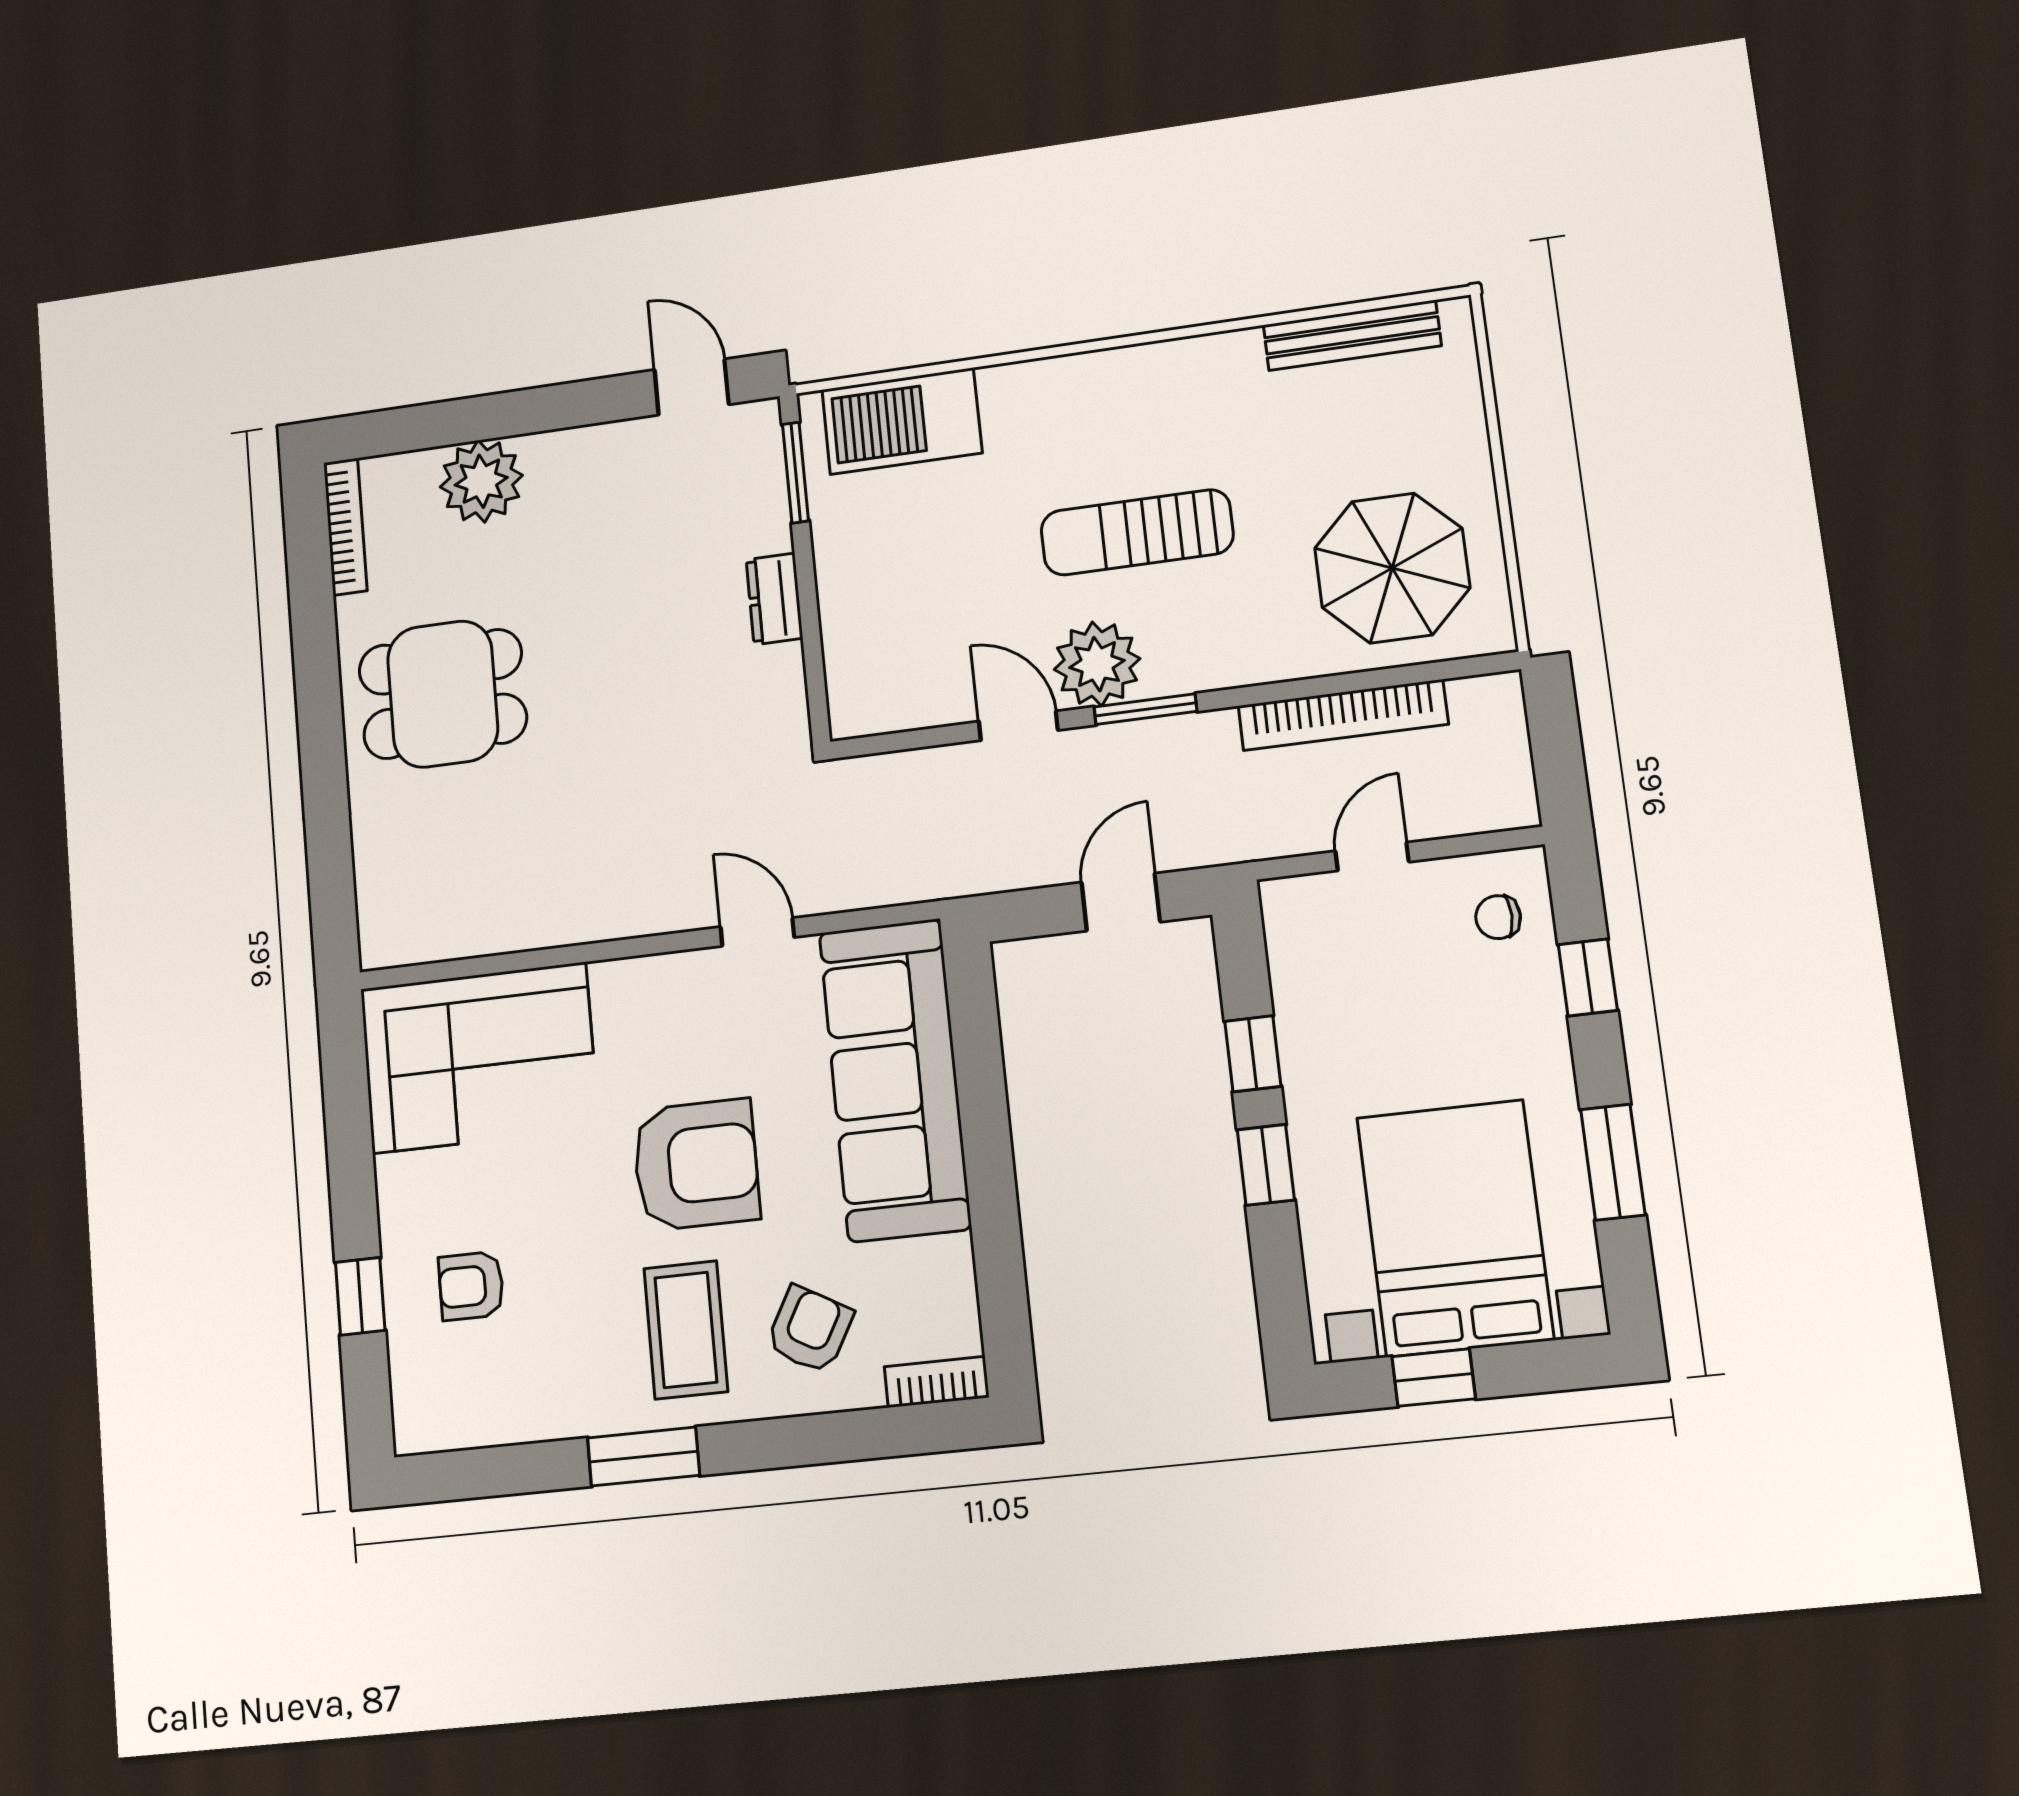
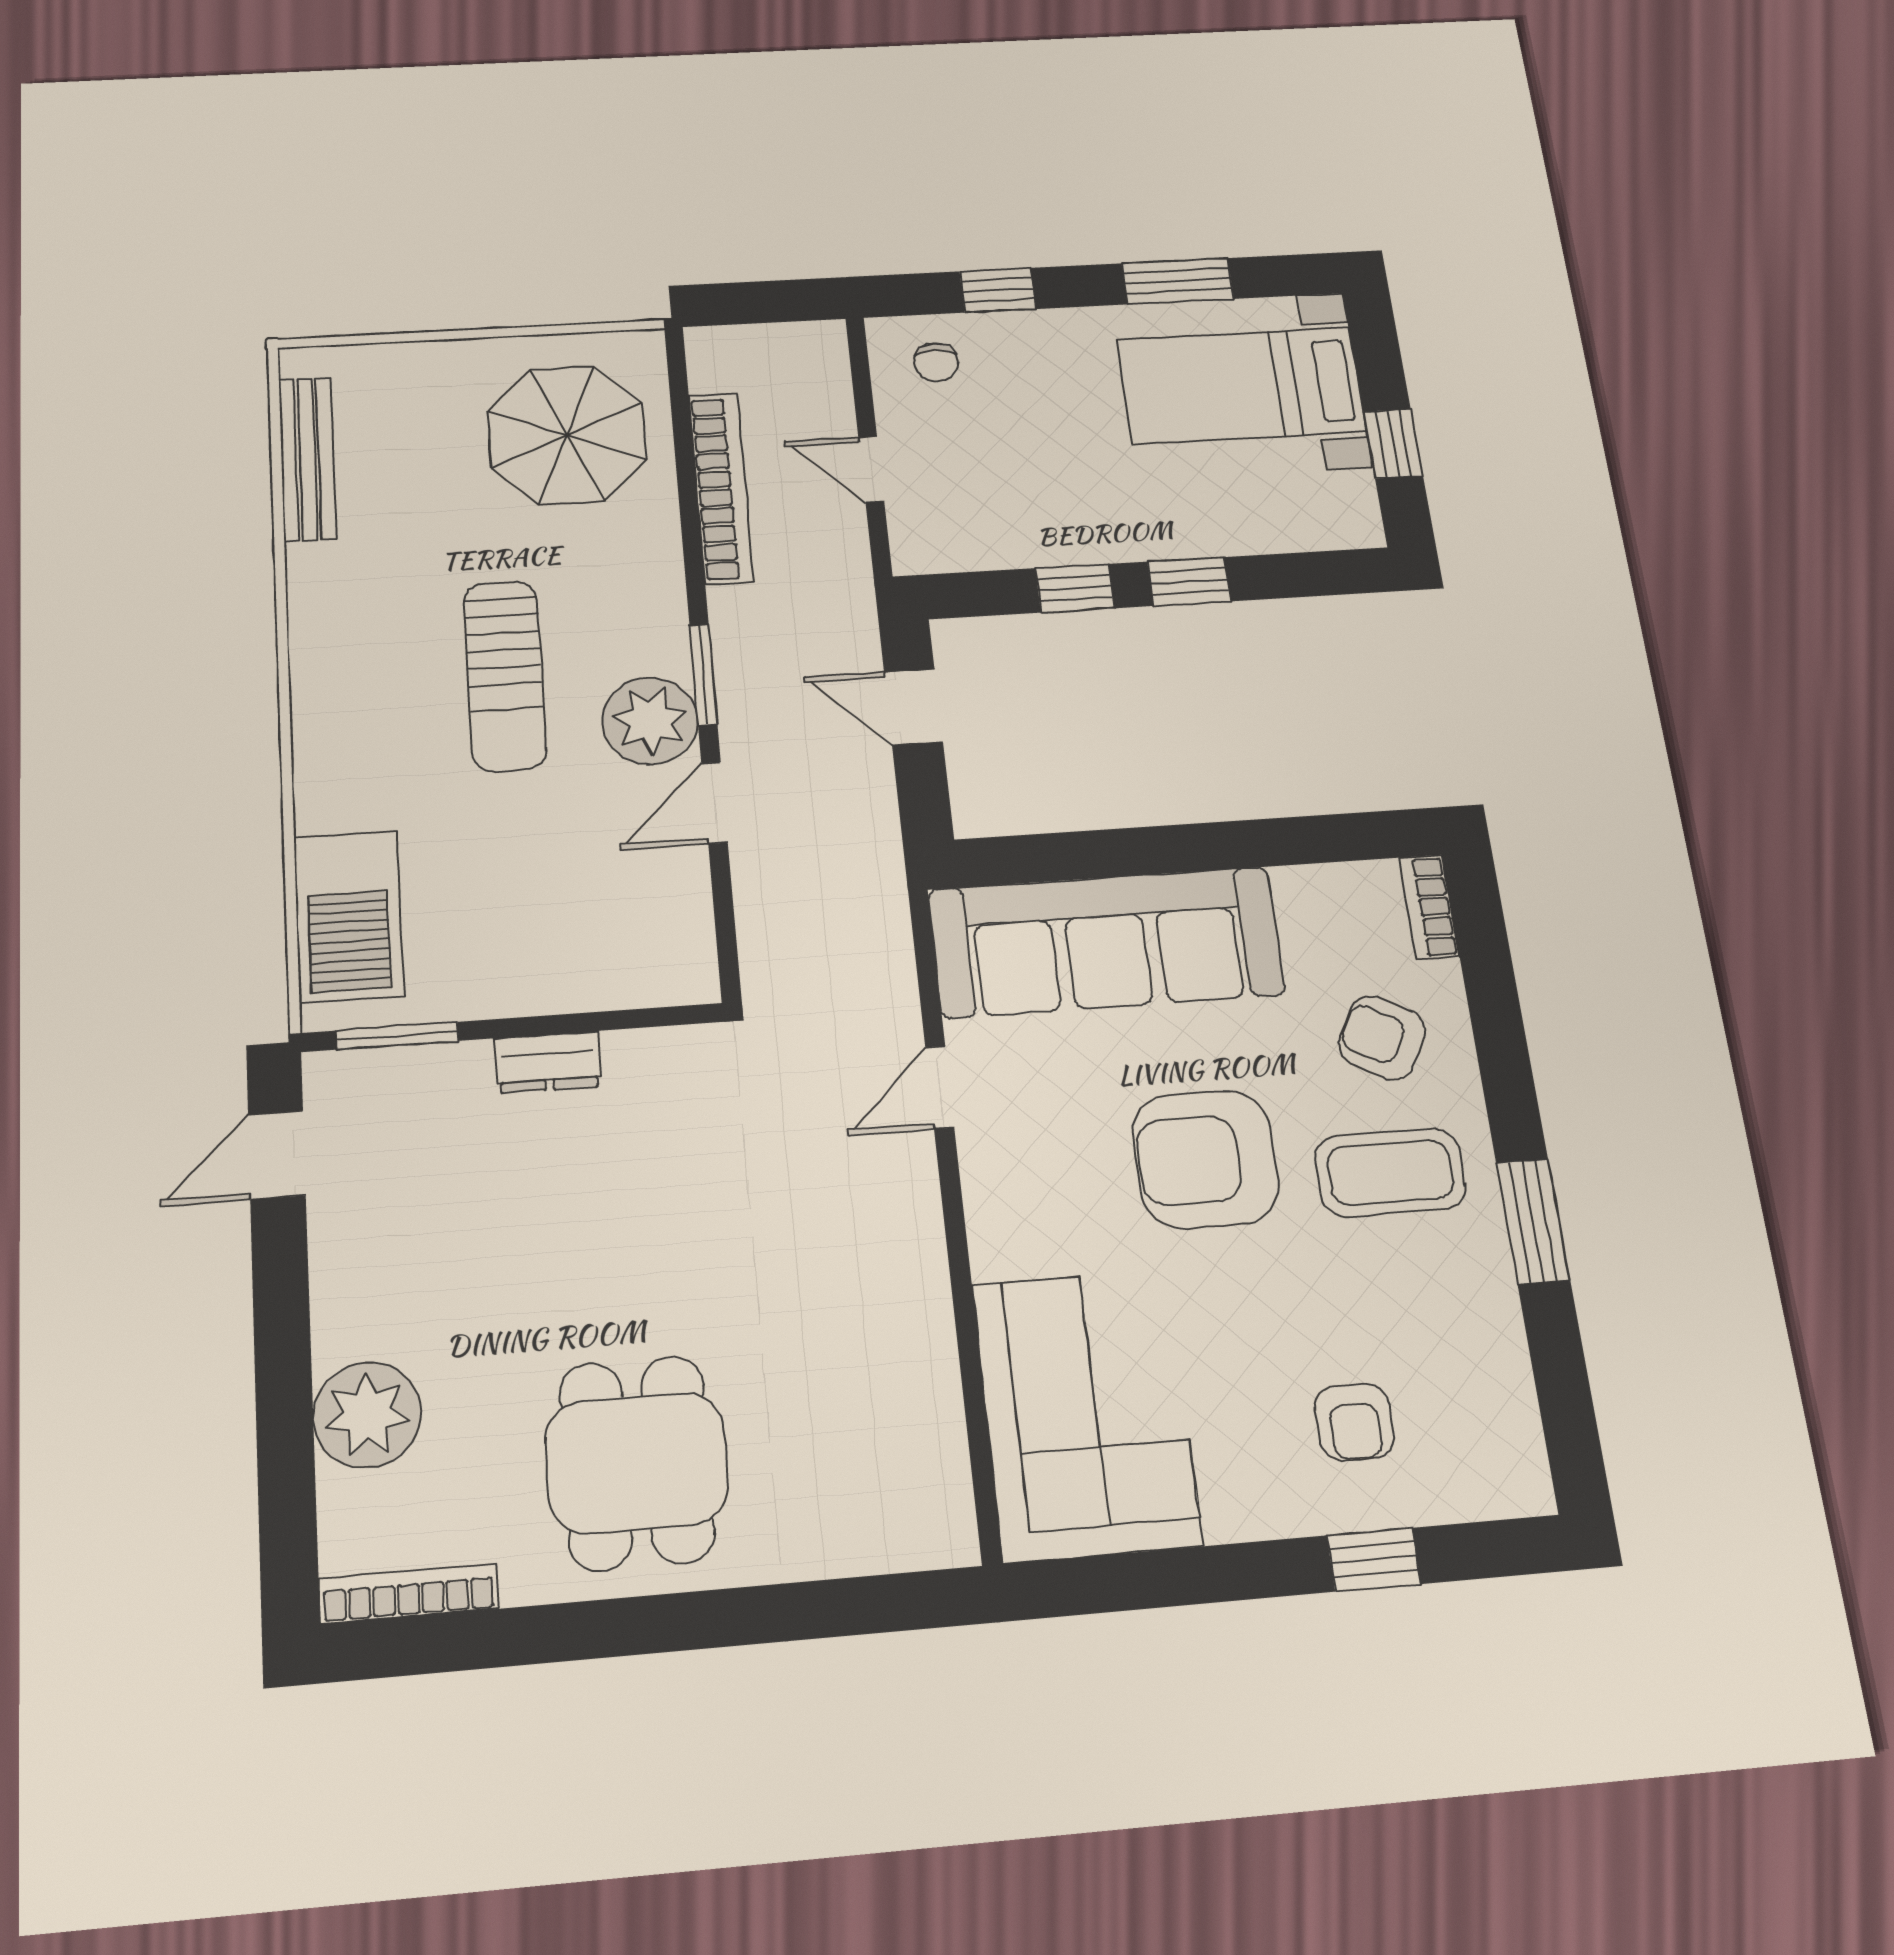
armchair: (696, 1165) -> (1206, 1159), turned -90
bed with nightstands: (1455, 1228) -> (1241, 386), width x0.73

